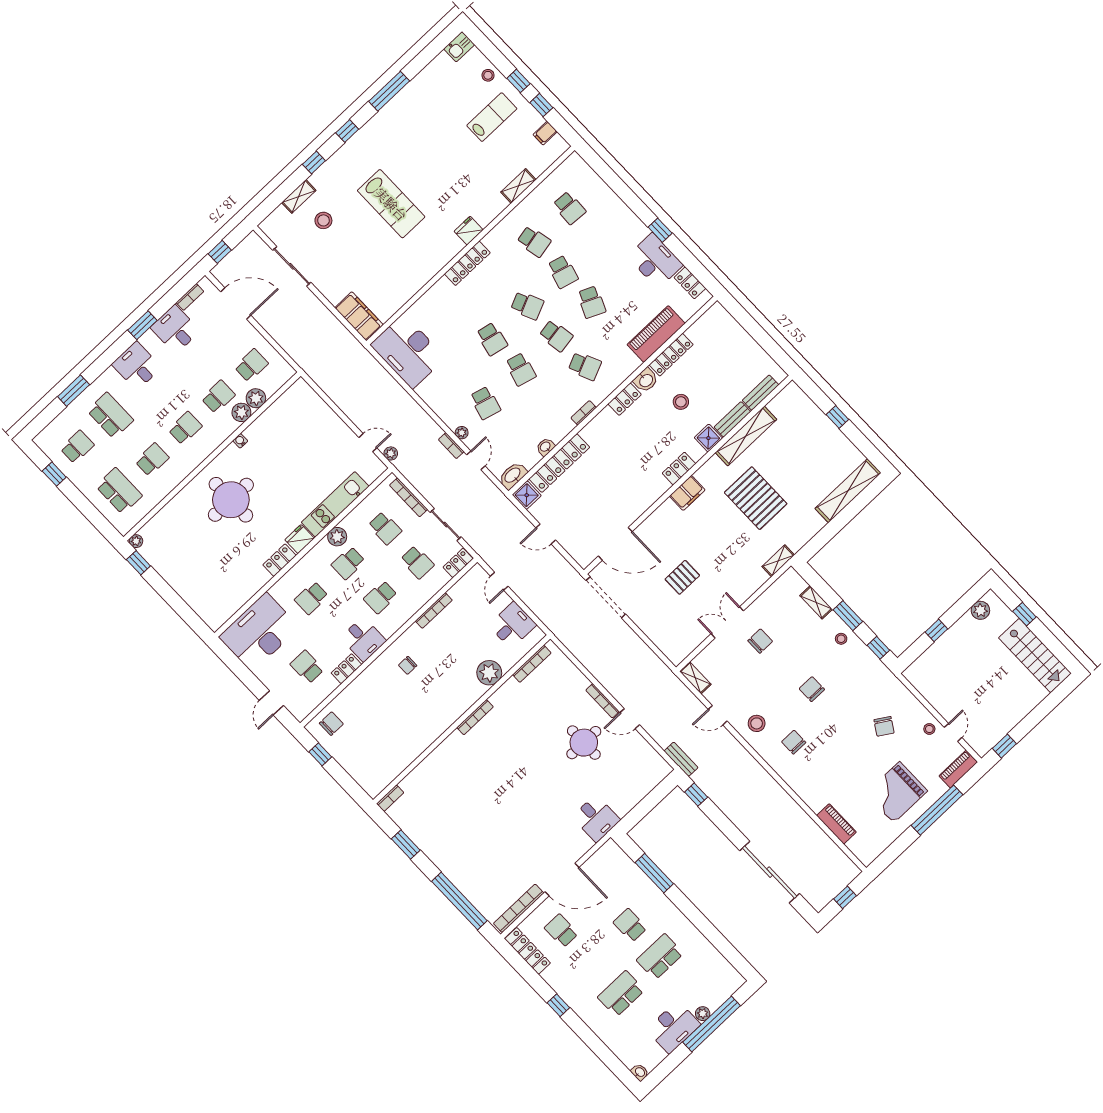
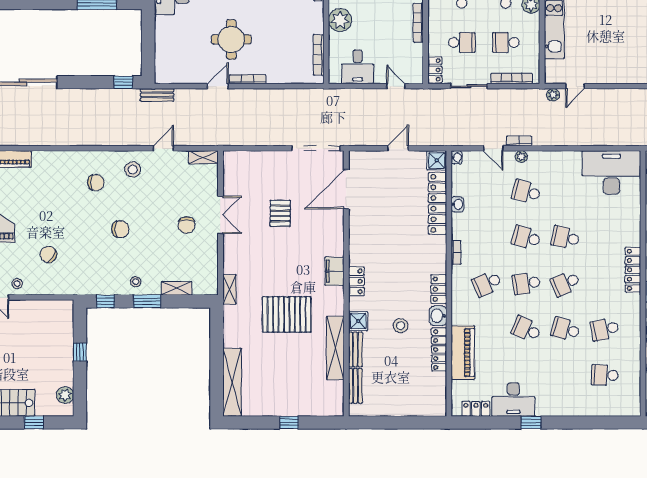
washbasin: (513, 475) -> (457, 157), width x0.52, depth x0.69
school desk: (417, 562) -> (462, 43), turned 180

